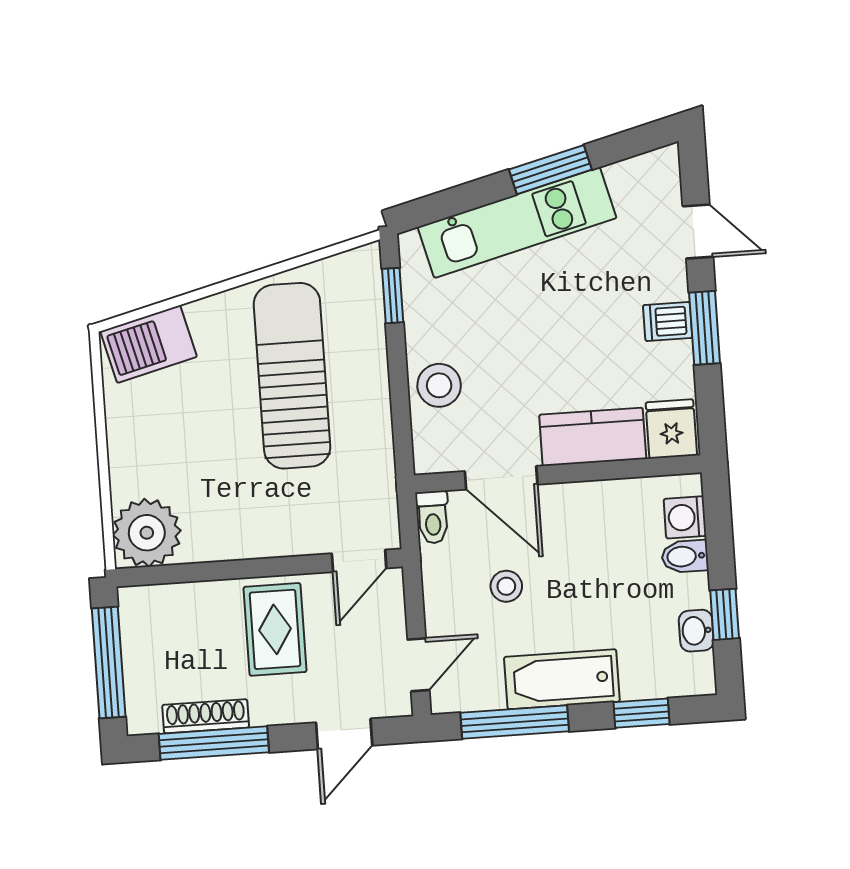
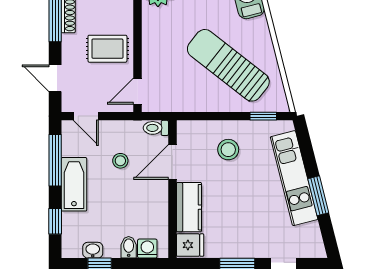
dishwasher: (668, 321) -> (242, 247), removed
sun lounger: (292, 376) -> (228, 65), turned -142
stool: (439, 385) -> (228, 150), moved
door: (359, 561) -> (137, 91), hinge flipped

